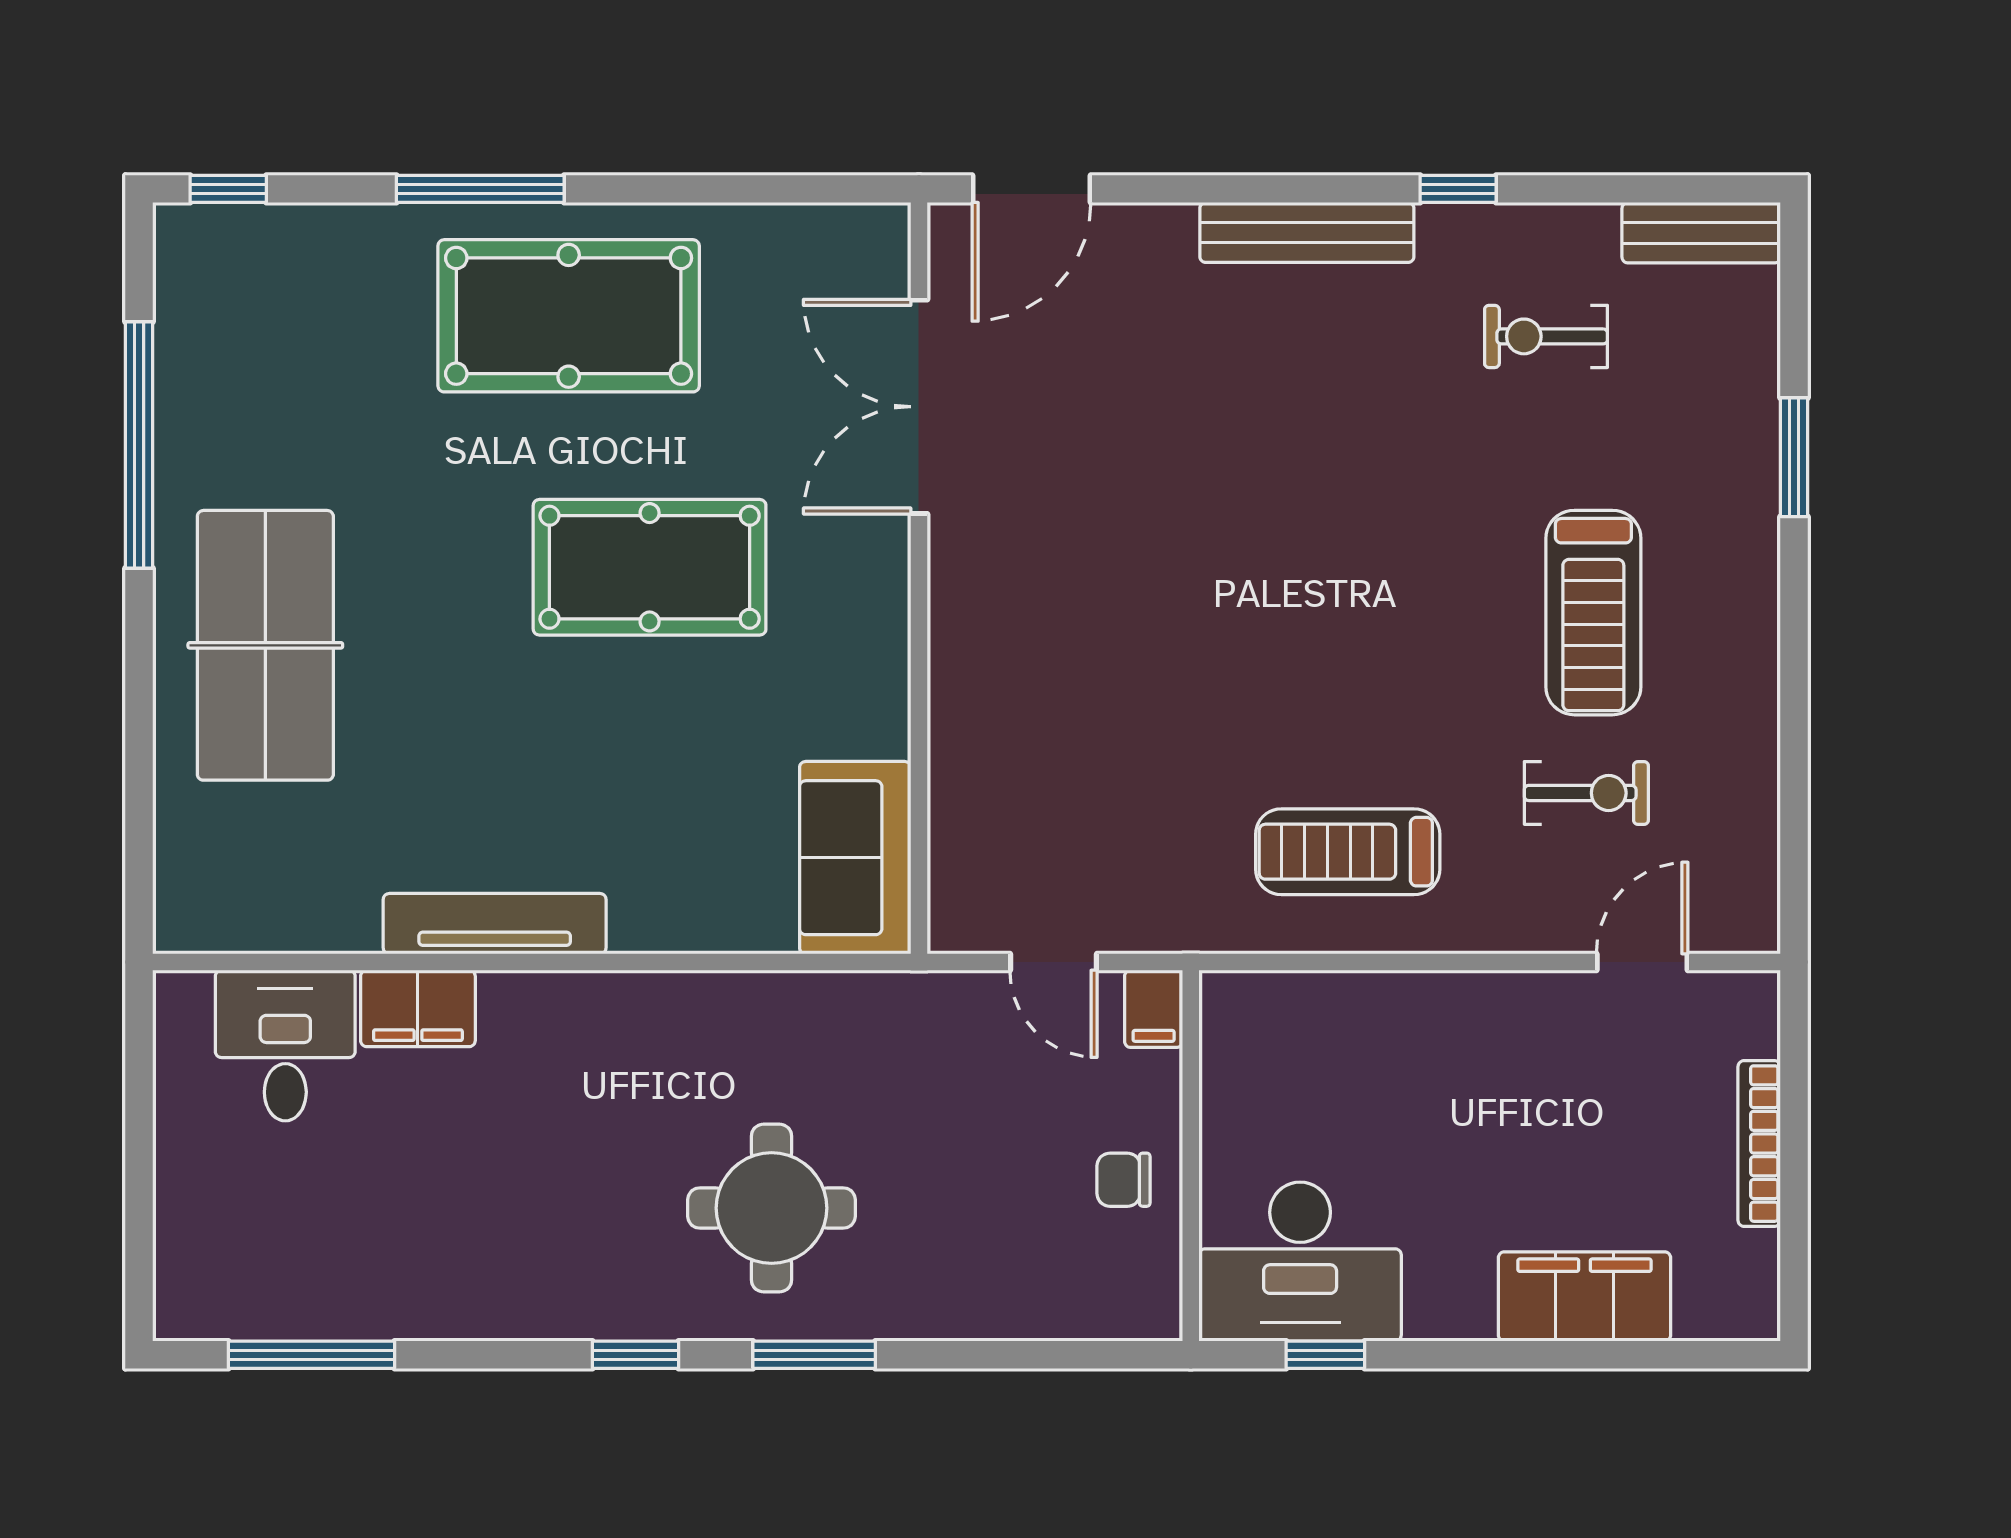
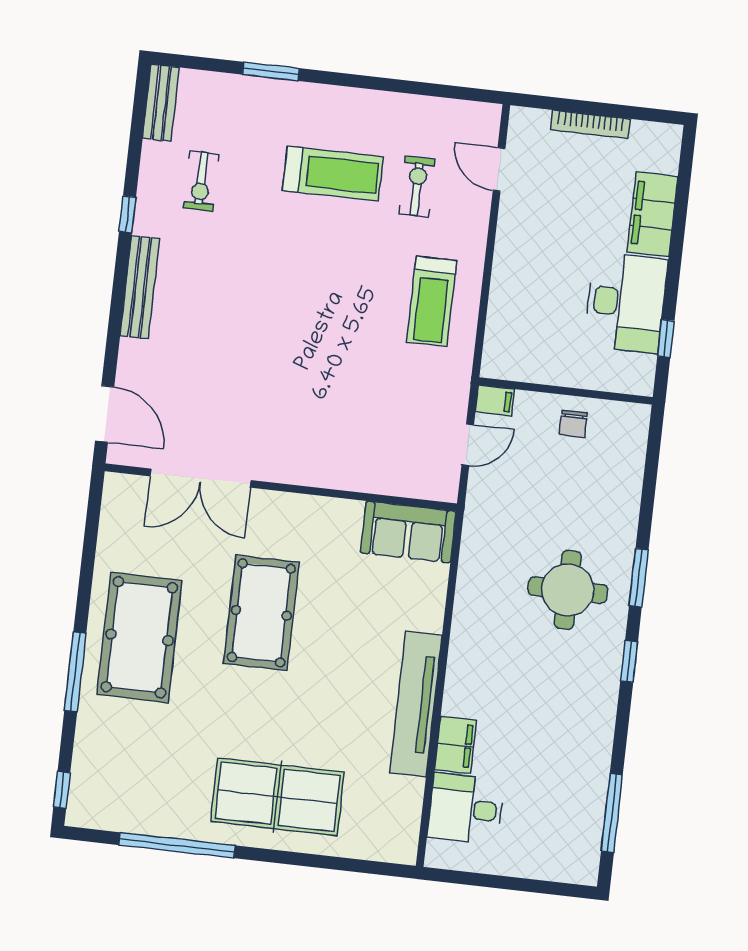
tv unit: (495, 924) -> (416, 704), width x1.36, depth x1.29
desk: (1300, 1262) -> (626, 303), moved

